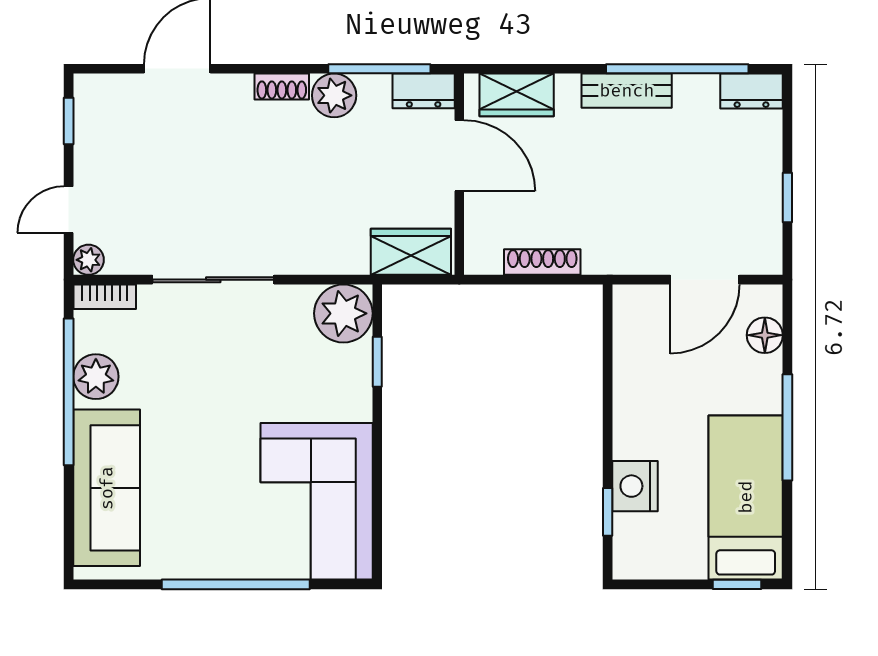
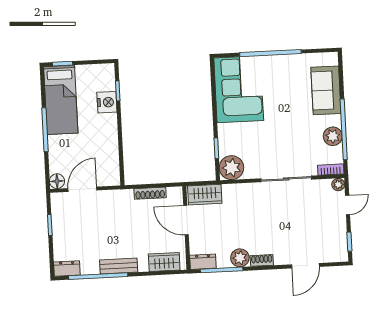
door: (459, 156) -> (186, 220), moved
floor lamp: (765, 335) -> (57, 181), moved
sofa: (107, 488) -> (326, 90), width x0.73

